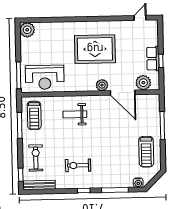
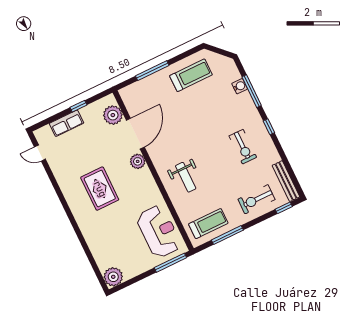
rug: (95, 49) -> (100, 189), width x0.73, depth x0.69
row of seats: (153, 59) -> (66, 123), moved
water cooler: (138, 183) -> (240, 86), moved

